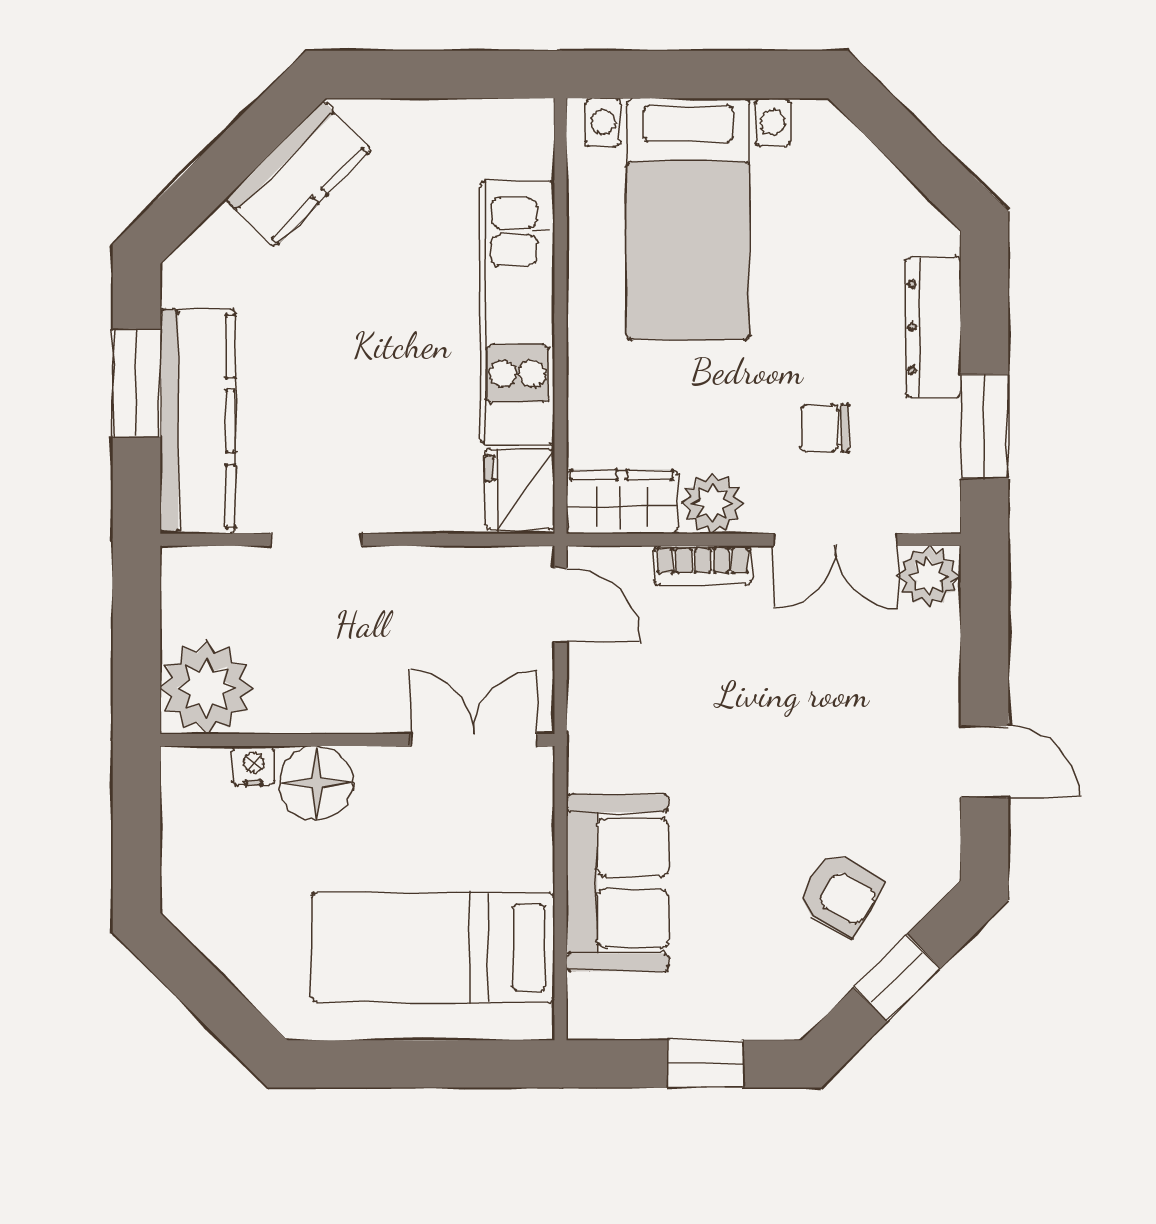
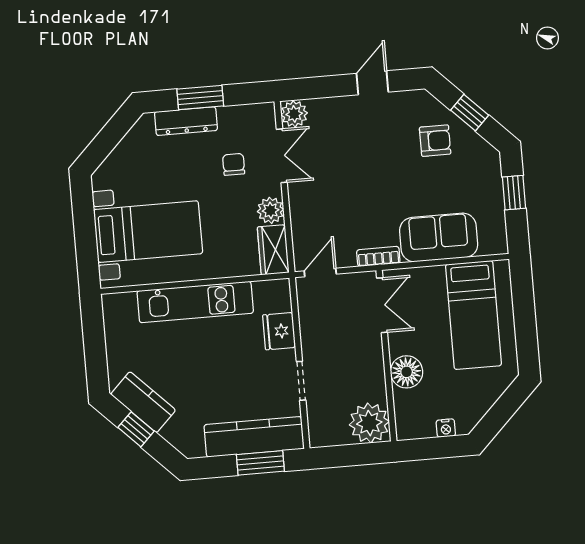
window: (238, 153) -> (136, 429), added
window: (136, 383) -> (260, 463), moved
window: (984, 426) -> (200, 98), moved
chair: (825, 428) -> (234, 164), turned 180
fridge: (520, 489) -> (279, 331), moved, turned 90
bookcase: (703, 565) -> (378, 256), moved, turned -90
double door: (474, 740) -> (382, 305), swing flipped
nightstand: (253, 766) -> (446, 428), moved, turned -90
armchair: (840, 894) -> (435, 141), turned 60

